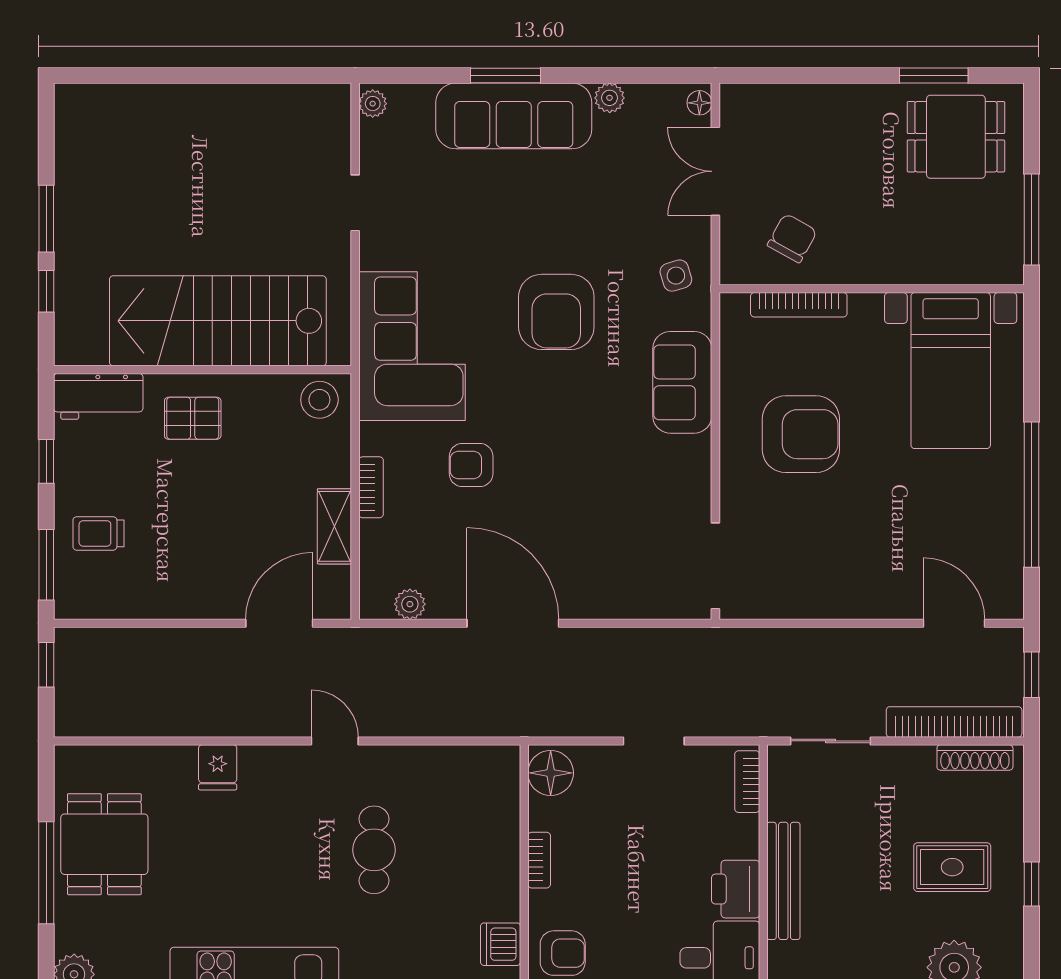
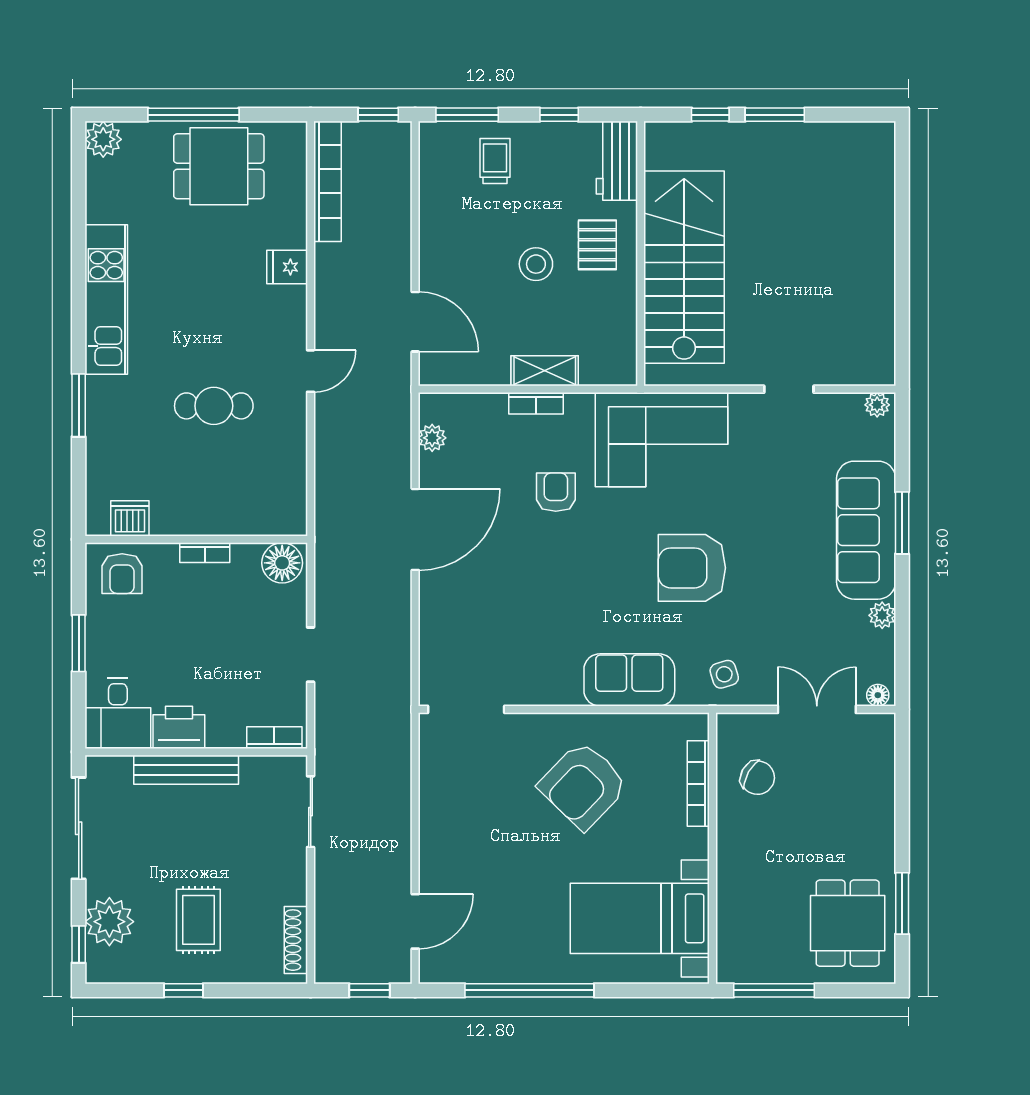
stool: (319, 400) -> (536, 264), moved
armchair: (801, 434) -> (583, 785), turned 44
shelving: (334, 526) -> (545, 371), moved
bookcase: (954, 722) -> (328, 181), moved

